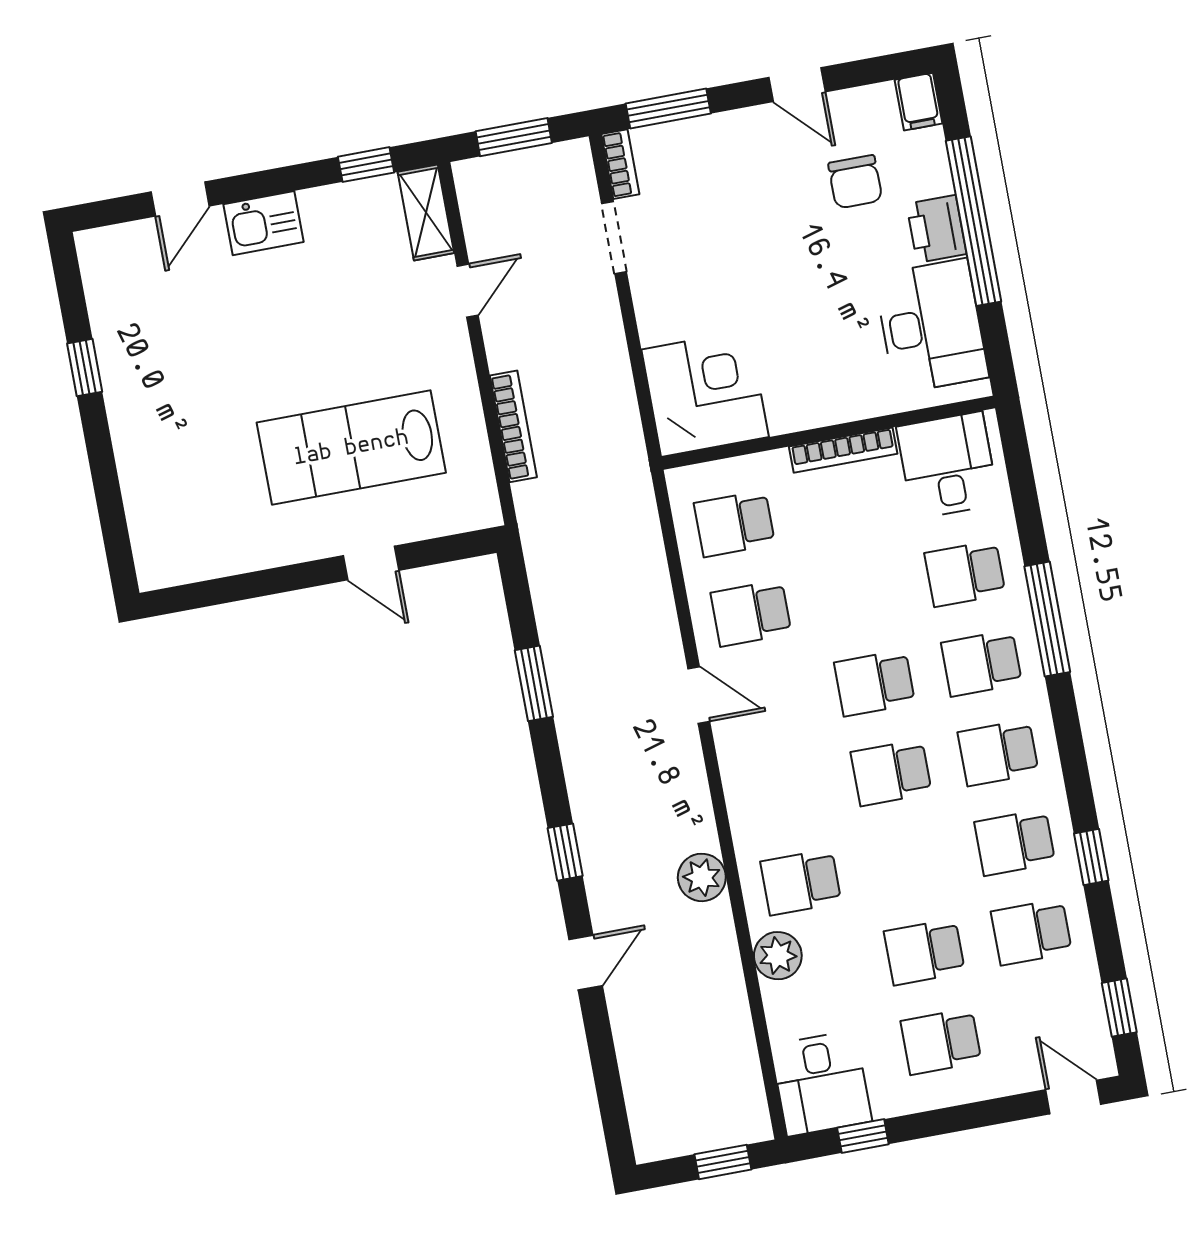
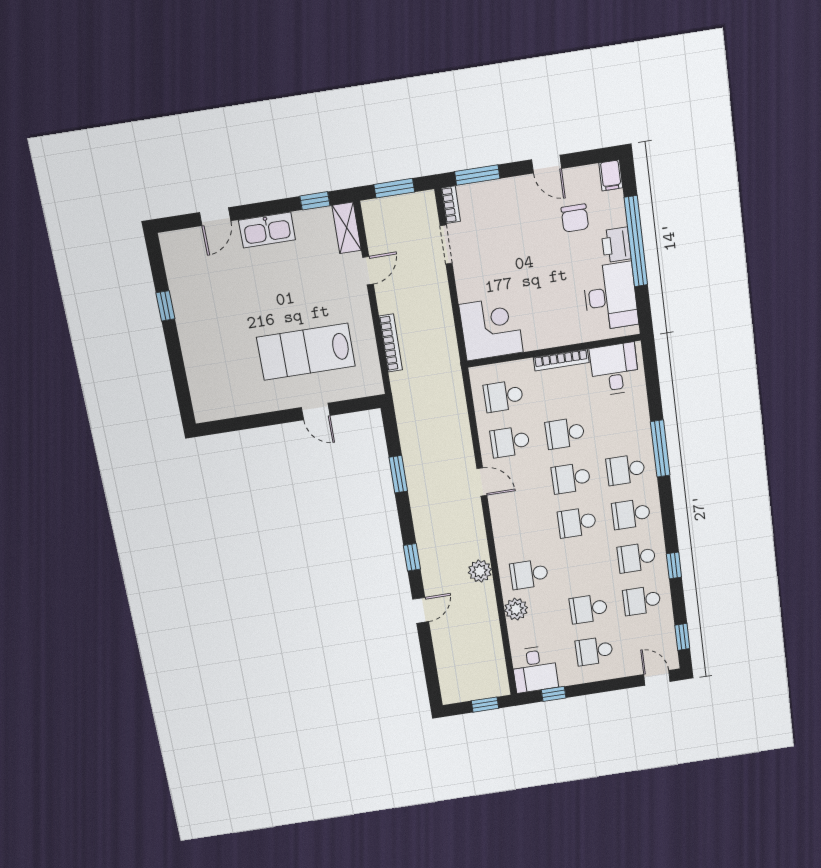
kitchen sink: (263, 223) -> (267, 230), width x1.38
school desk: (965, 574) -> (565, 433), moved

